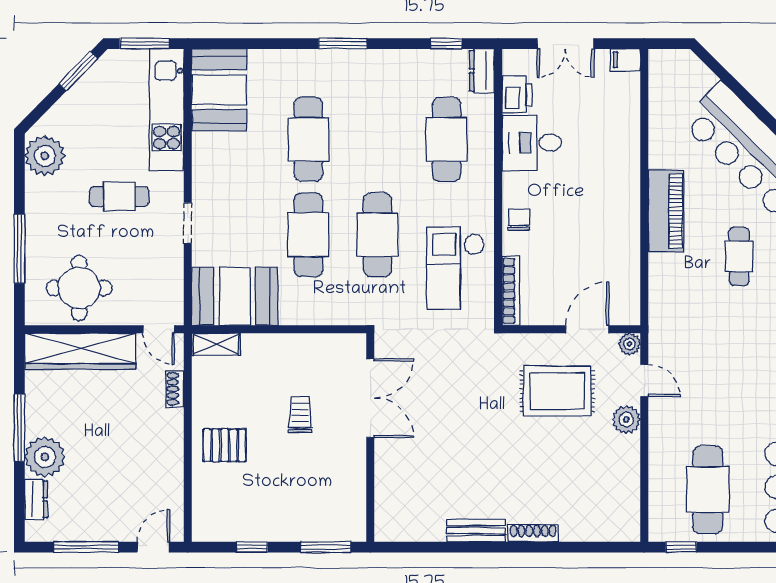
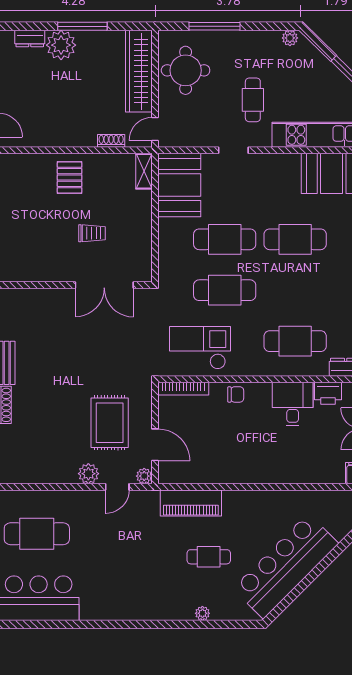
plant: (45, 156) -> (290, 38), width x0.53, depth x0.53
piano: (666, 211) -> (191, 503), moved

